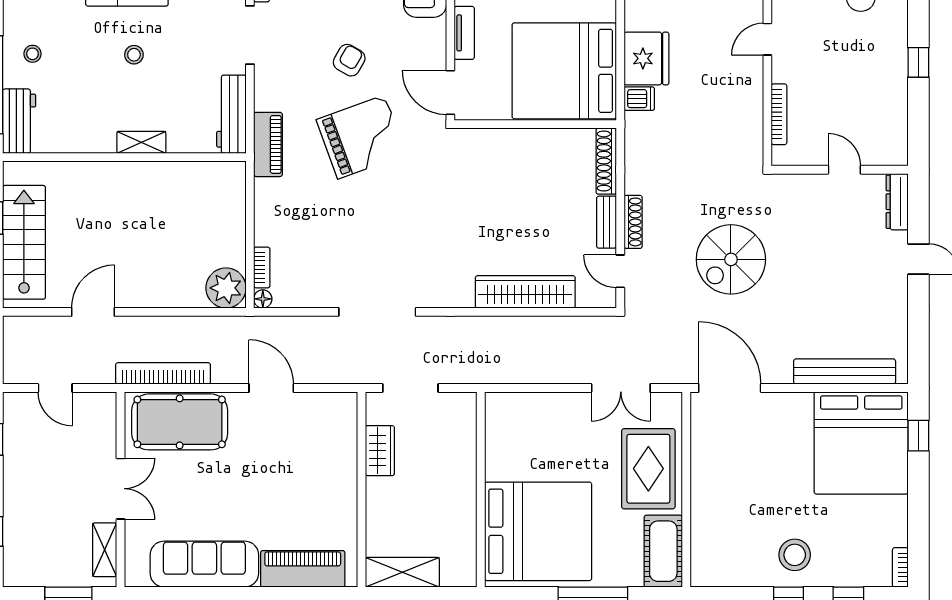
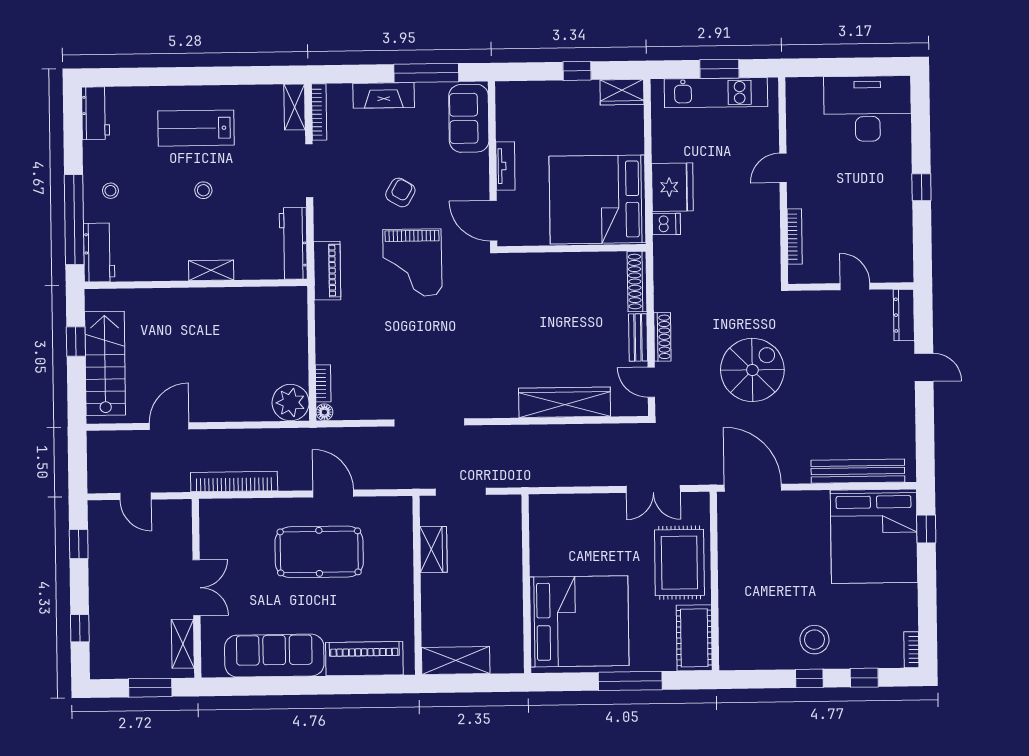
grand piano: (361, 137) -> (412, 263), turned 110
spiral stairs: (731, 259) -> (752, 370), turned 180
pool table: (180, 422) -> (319, 552), moved

